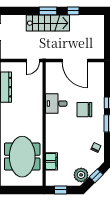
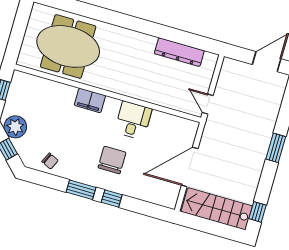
window: (73, 11) -> (257, 212), moved
stairs: (48, 23) -> (217, 209), moved, turned 90
filing cabinet: (52, 161) -> (90, 100), moved

